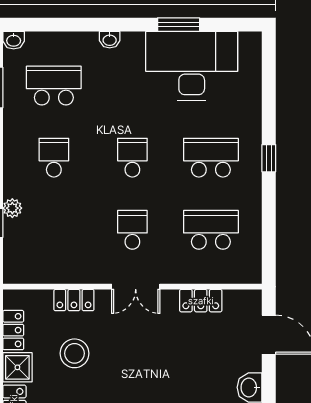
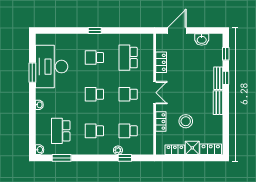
school desk: (211, 158) -> (94, 58), width x0.54
school desk: (54, 230) -> (128, 131), added

